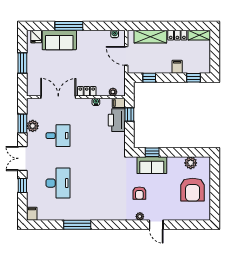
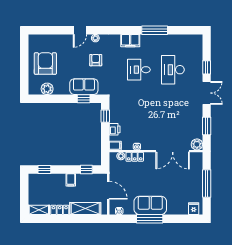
window: (69, 26) -> (150, 219), moved
sofa: (59, 40) -> (150, 205), moved
window: (22, 63) -> (207, 183), width x1.44
filing cabinet: (177, 67) -> (71, 180), moved
locker: (87, 91) -> (135, 157), moved
window: (129, 115) -> (105, 116), moved
printer: (117, 120) -> (115, 129), width x0.53, depth x0.68
plant: (33, 126) -> (197, 144), moved
desk: (58, 136) -> (139, 70), moved
filing cabinet: (32, 214) -> (130, 41), moved, width x2.00
door: (156, 225) -> (80, 30), swing flipped

